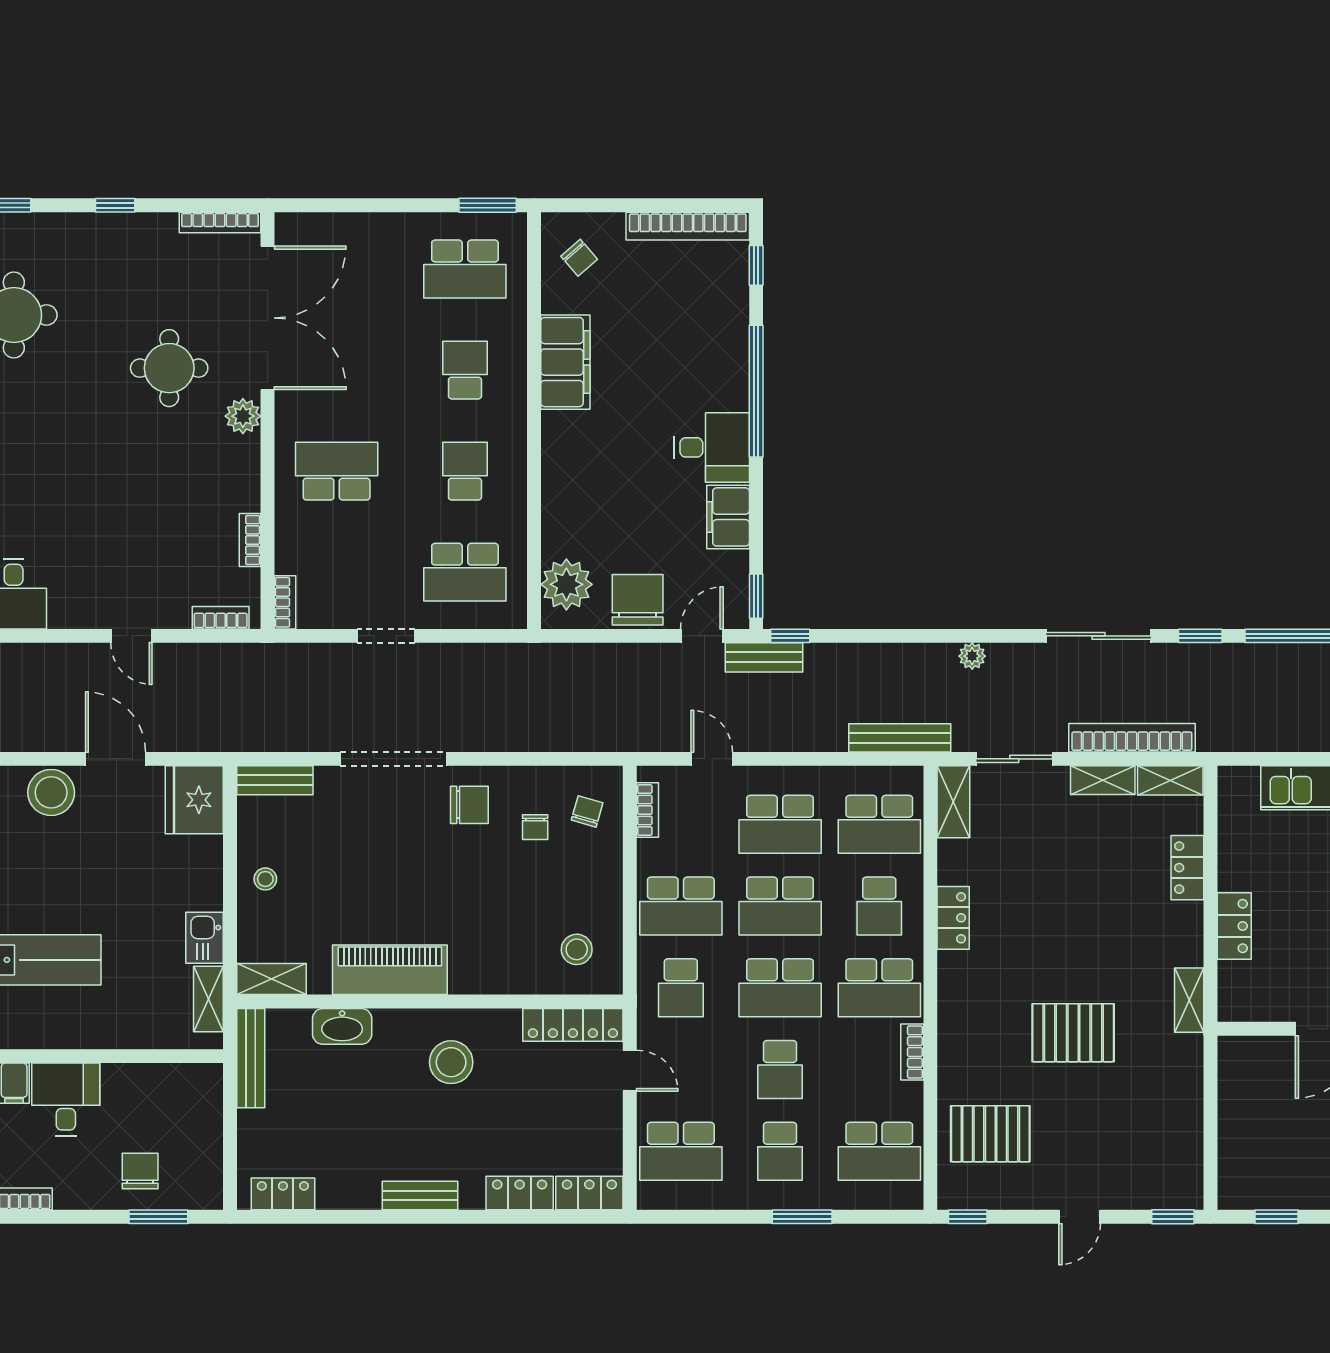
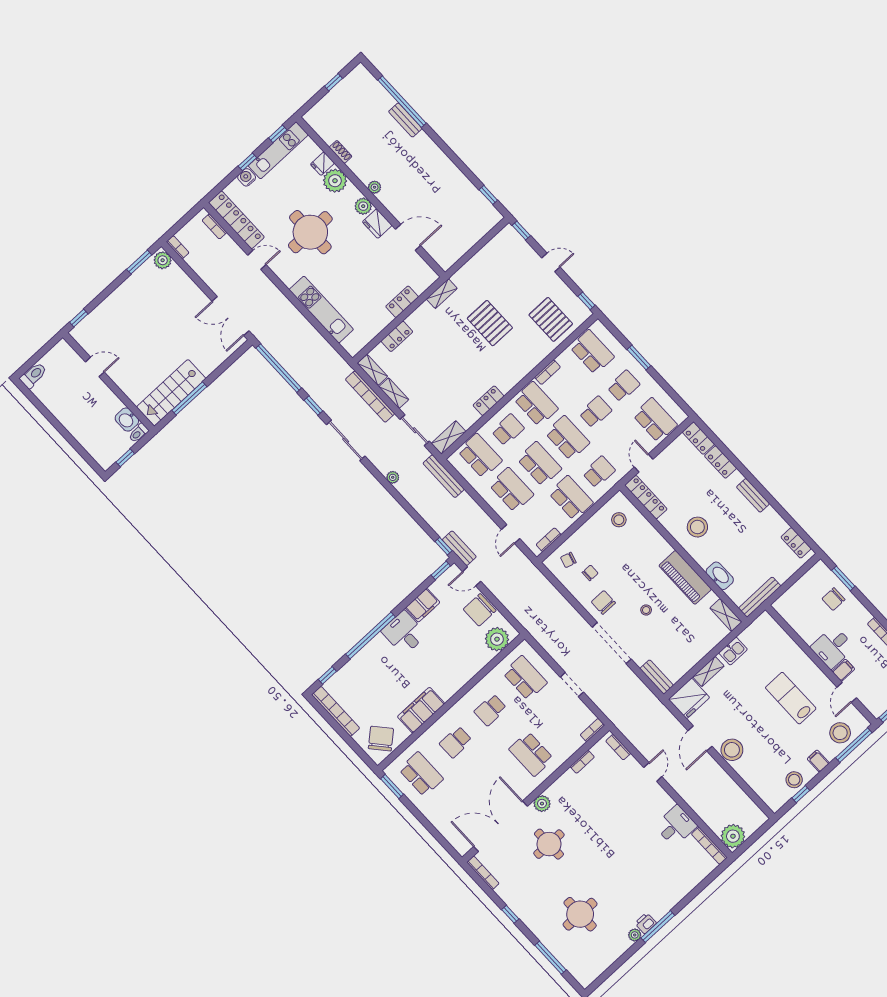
chair: (579, 258) -> (381, 739), width x1.87, depth x1.87
stool: (265, 879) -> (646, 610), moved
shelving: (208, 999) -> (708, 671), moved

